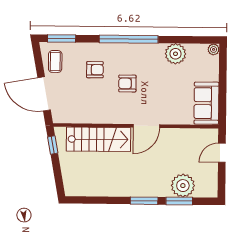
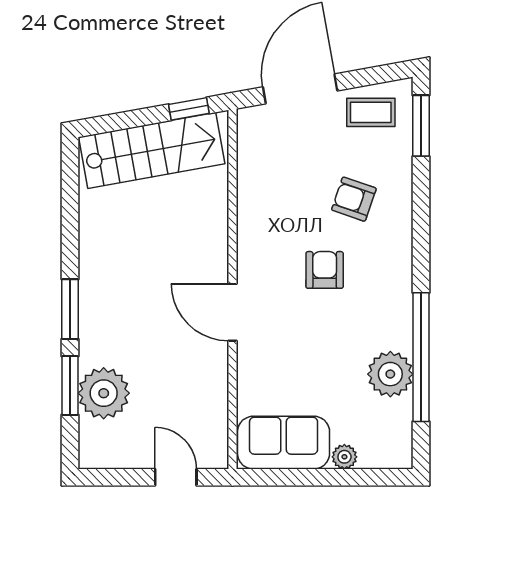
window: (129, 39) -> (421, 357), moved
plant: (214, 49) -> (344, 457), moved
armchair: (95, 70) -> (354, 199), turned 109
stairs: (99, 139) -> (152, 150), moved, turned -100

